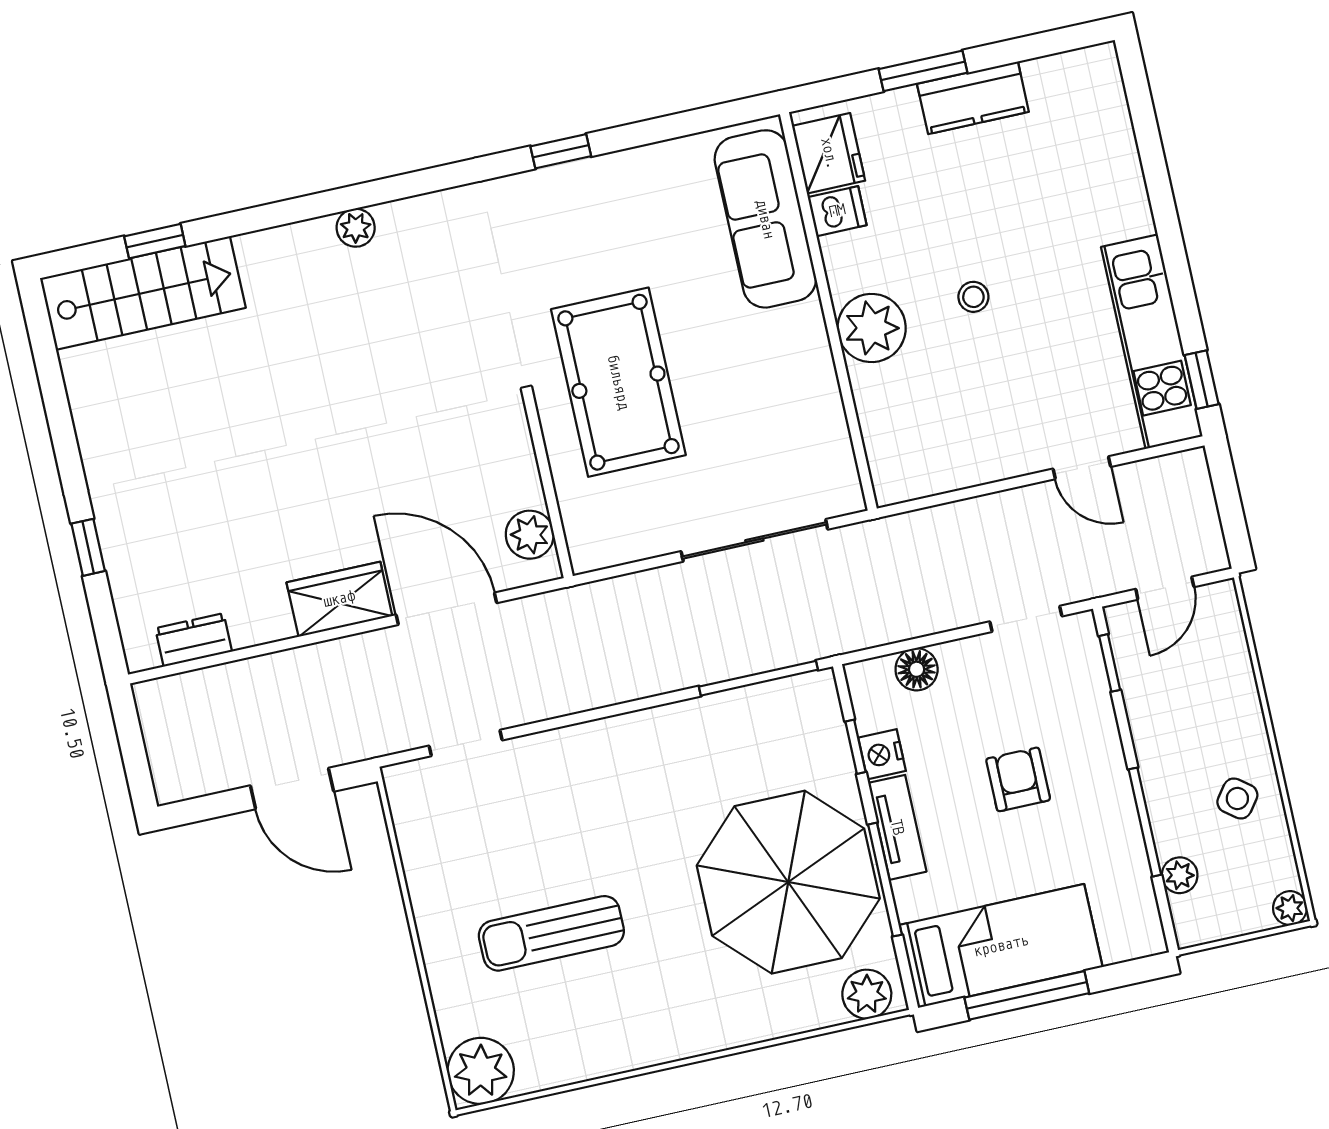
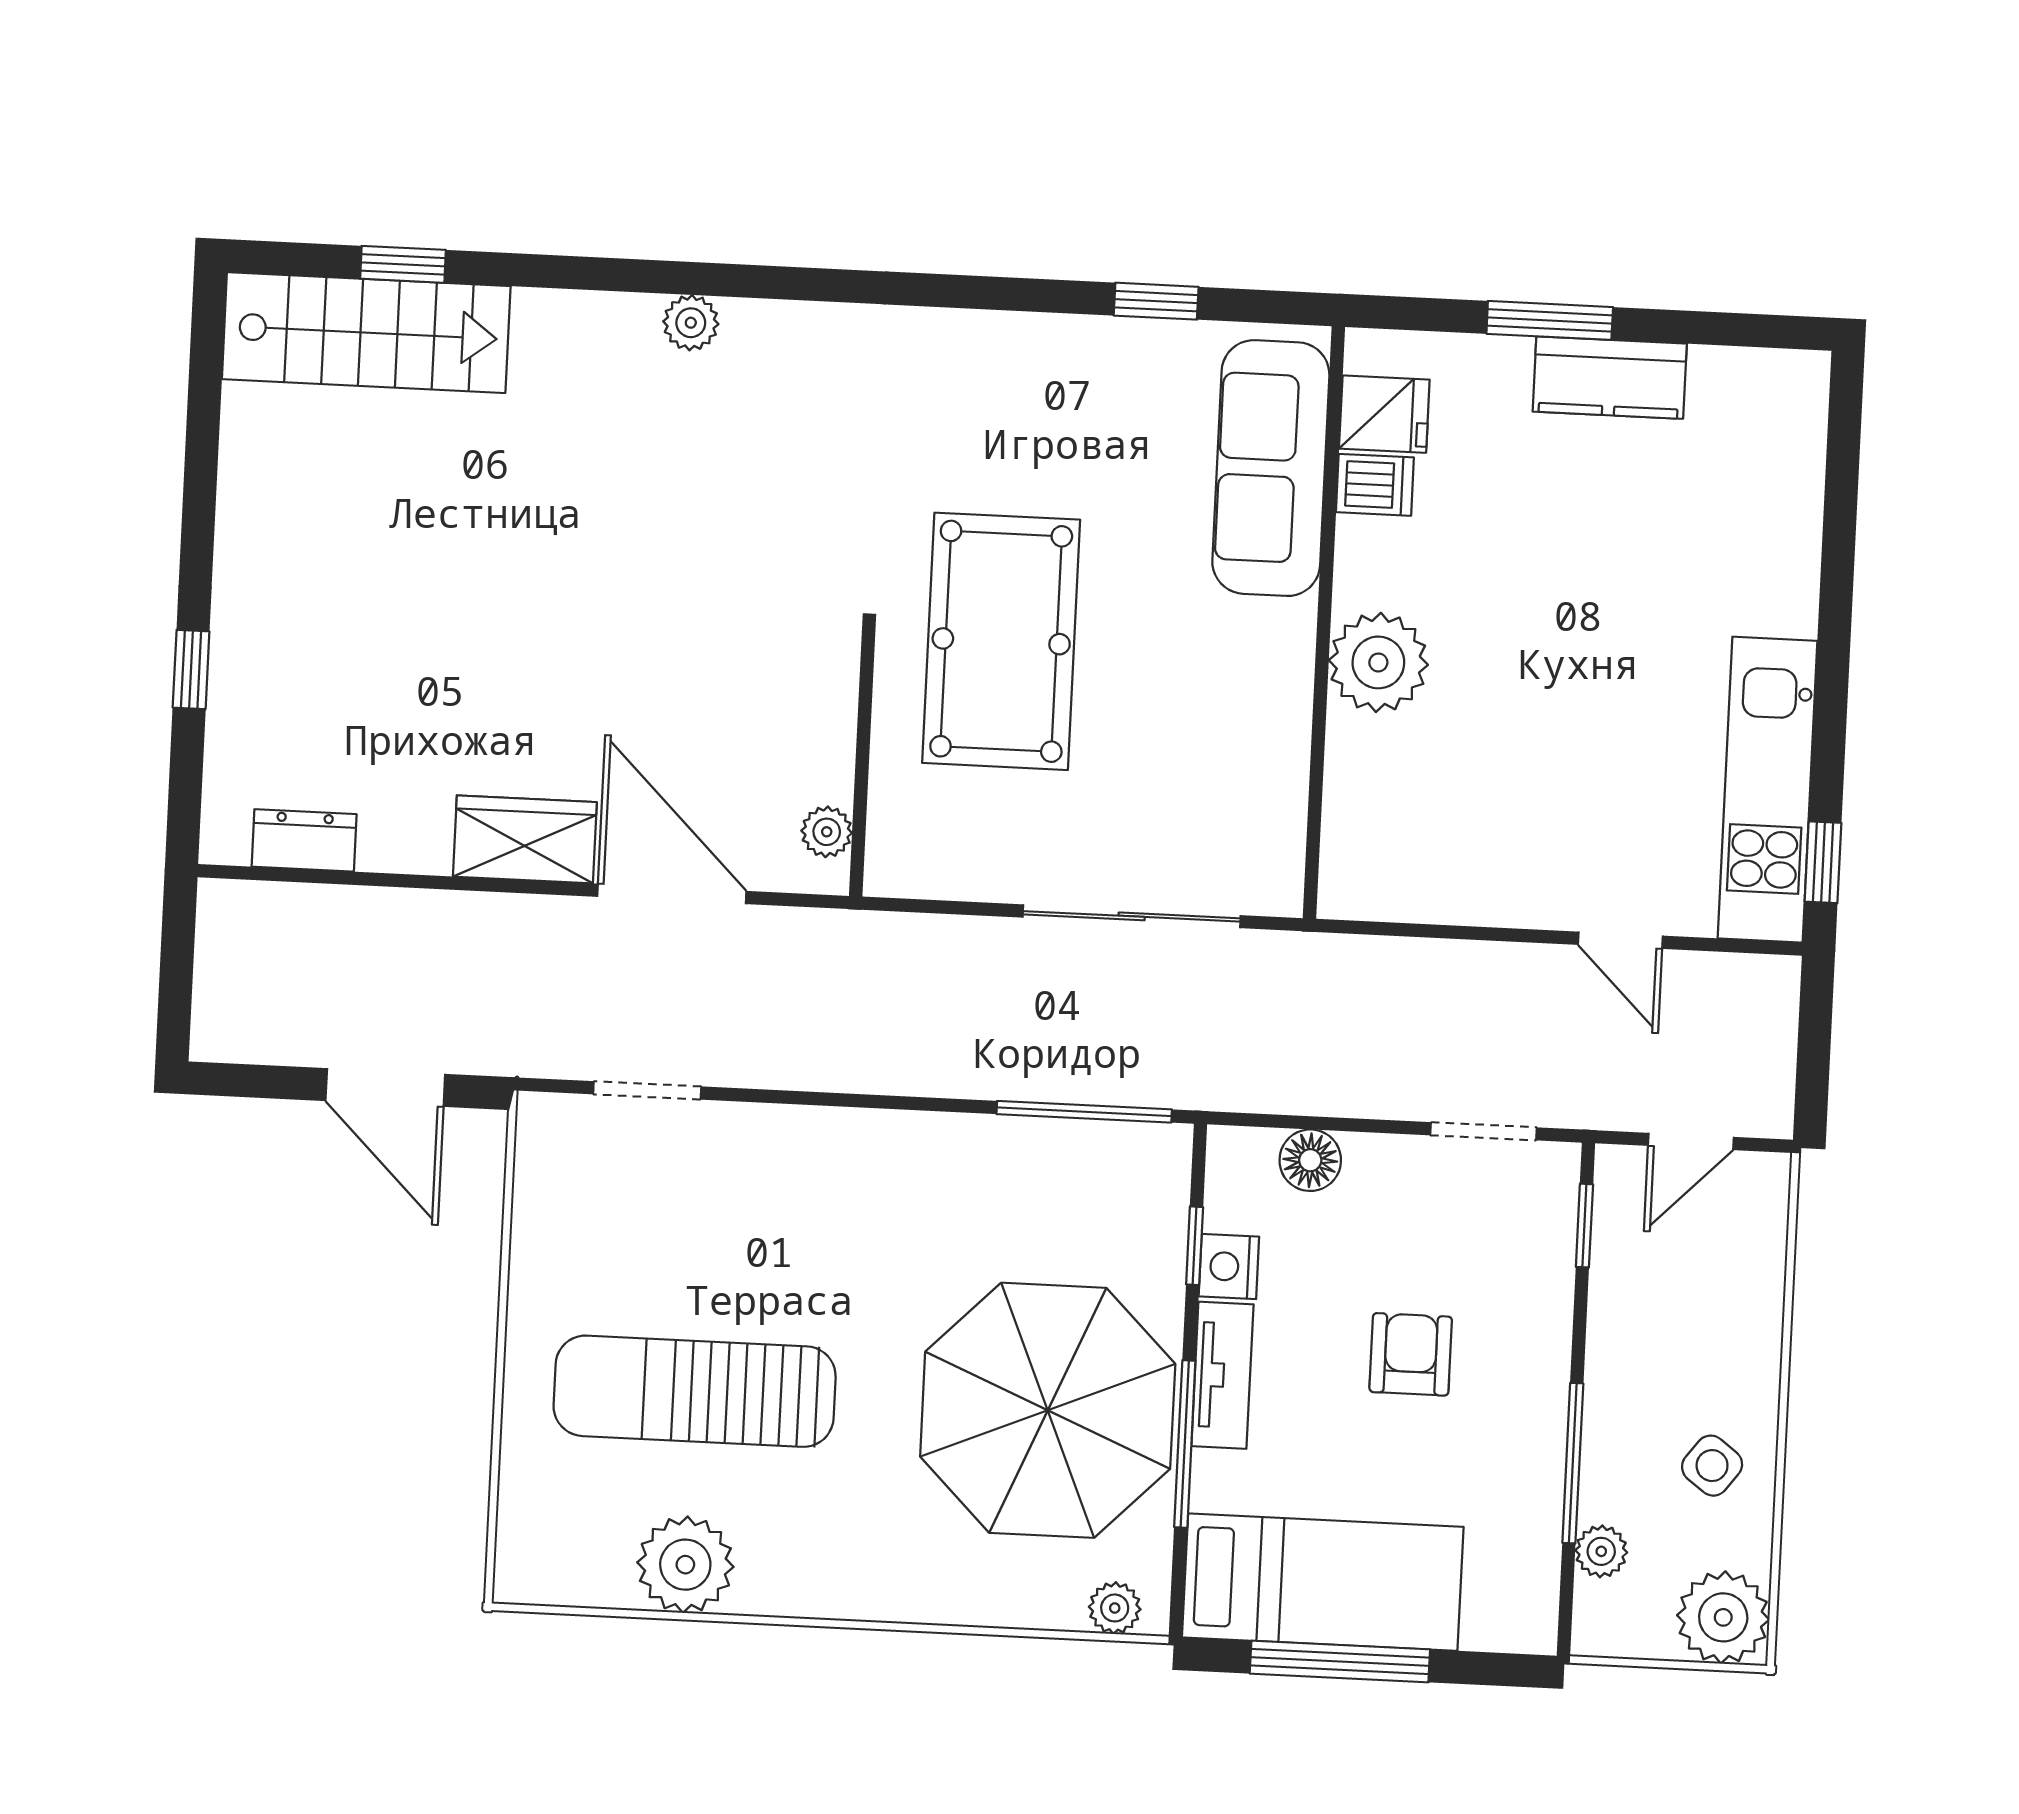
window: (561, 151) -> (1156, 301), moved
fridge: (829, 153) -> (1384, 414), width x0.72
stool: (973, 297) -> (1534, 658), removed
plant: (530, 535) -> (827, 832), width x0.73, depth x0.73
plant: (1290, 908) -> (1723, 1617), width x1.88, depth x1.88
sun lounger: (551, 933) -> (695, 1391), width x1.36, depth x1.34
plant: (867, 994) -> (1115, 1608), width x0.73, depth x0.73
plant: (481, 1071) -> (685, 1565), moved

